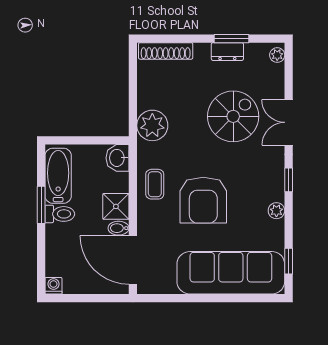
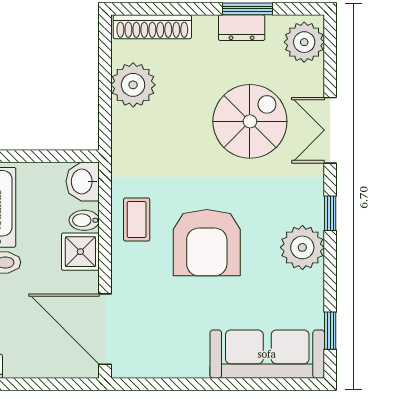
plant: (277, 55) -> (304, 42), width x1.88, depth x1.88
plant: (152, 125) -> (133, 85), moved
plant: (276, 211) -> (302, 247), width x1.88, depth x1.88
bidet: (119, 228) -> (84, 220), moved
sofa: (231, 273) -> (267, 354), width x0.74, depth x0.79

